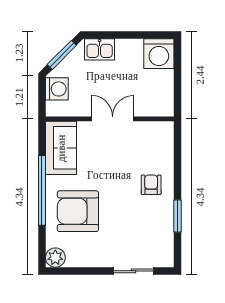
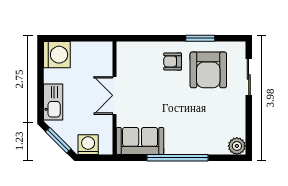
kitchen sink: (100, 49) -> (53, 102), width x1.38
armchair: (78, 211) -> (208, 70), moved

